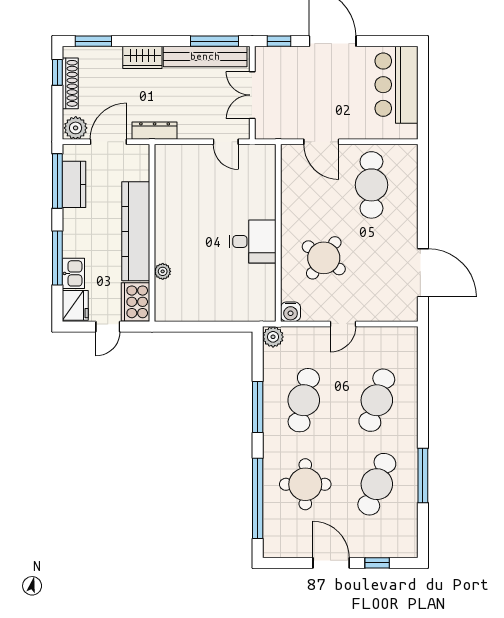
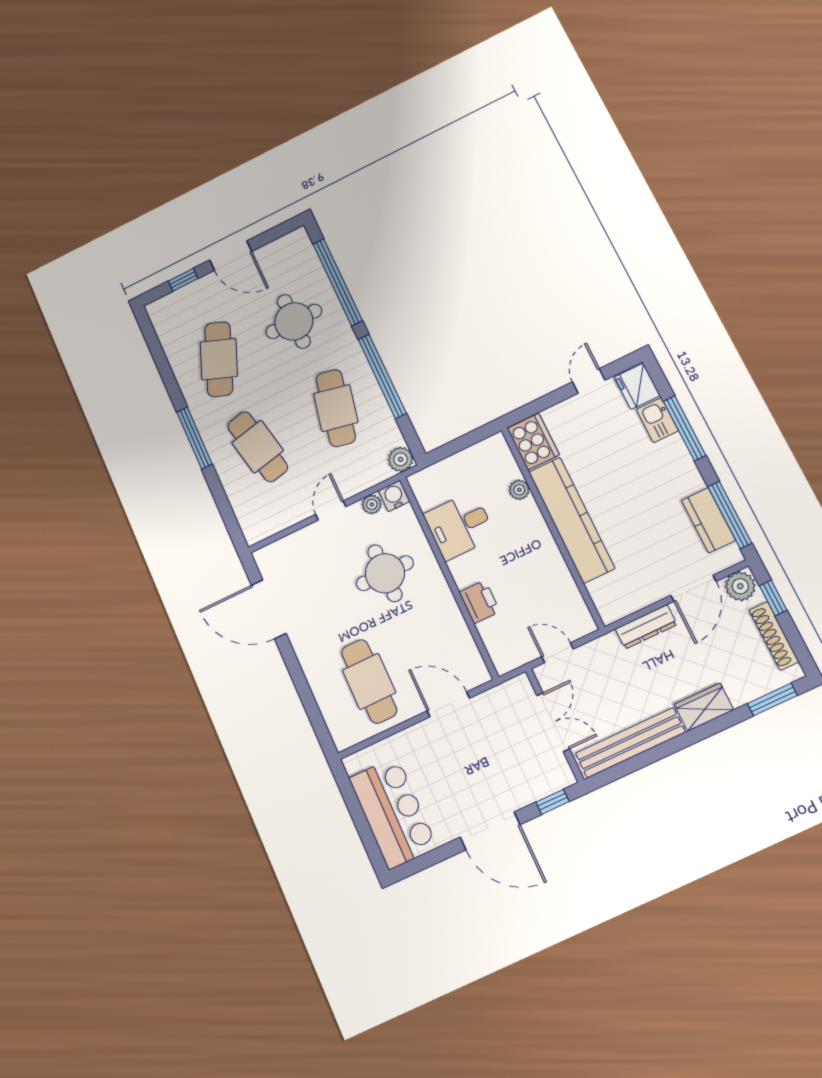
window: (215, 41) -> (628, 767), removed
window: (57, 72) -> (773, 598), moved
printer: (264, 204) -> (480, 602), added
kitchen counter: (136, 231) -> (572, 520), moved
wall: (152, 233) -> (552, 527), moved
desk: (252, 241) -> (460, 526), moved
round table: (324, 258) -> (385, 573), turned -36
plant: (163, 271) -> (519, 490), moved
cooker: (135, 302) -> (533, 442), moved
plant: (310, 314) -> (372, 504), added
cafe table: (377, 400) -> (258, 447), turned -30
window: (258, 407) -> (382, 376), width x1.46
window: (423, 475) -> (194, 438), moved

